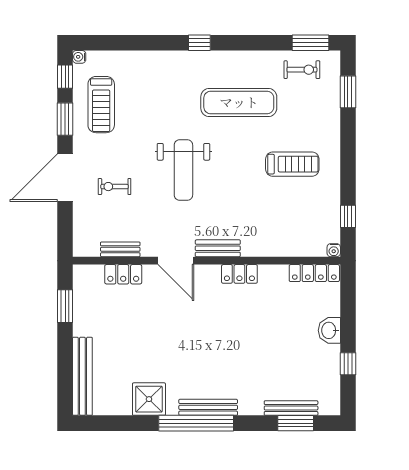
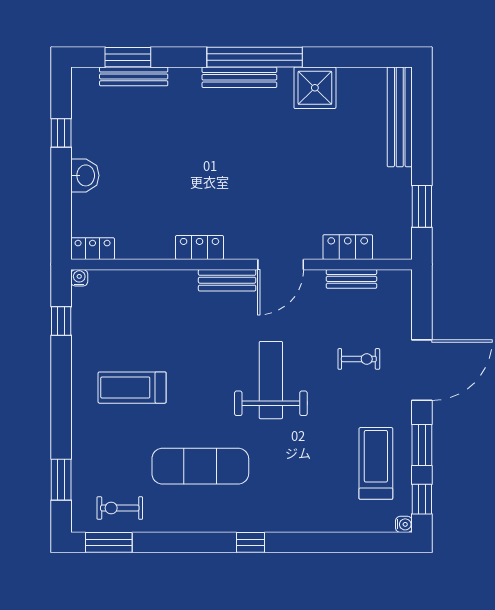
door: (176, 261) -> (281, 264), swing flipped
locker: (314, 273) -> (93, 249), width x0.66

